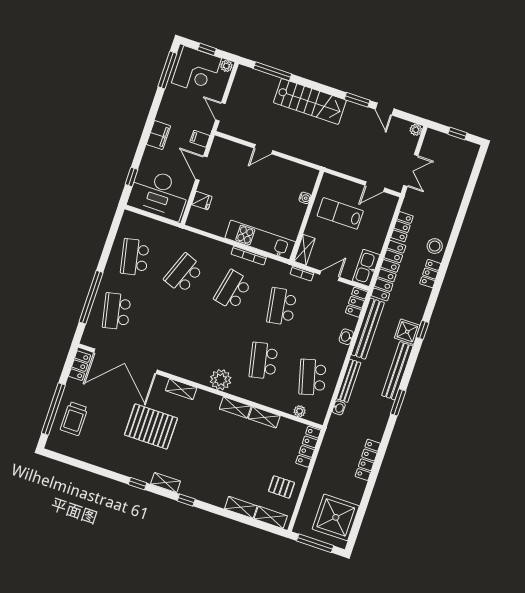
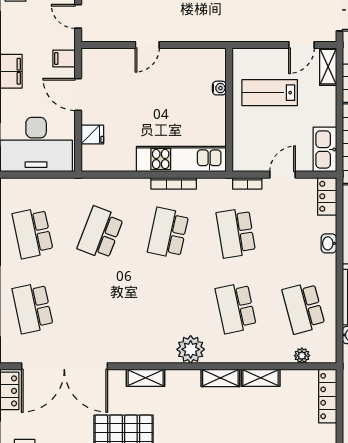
shelving: (304, 250) -> (328, 67), moved

